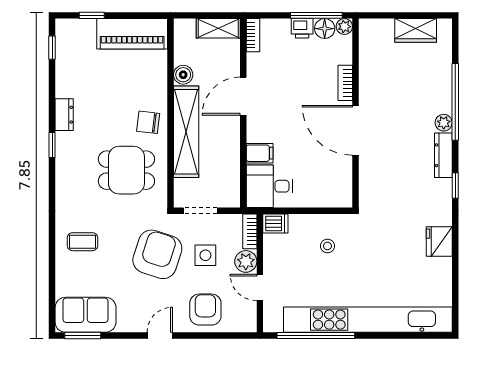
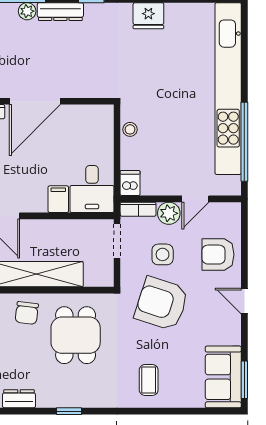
window: (52, 145) -> (69, 411), moved
doorway: (200, 211) -> (117, 241), moved
stool: (327, 246) -> (130, 129), moved

